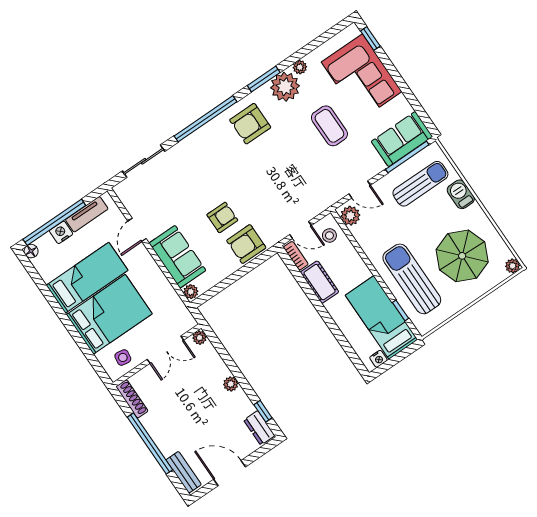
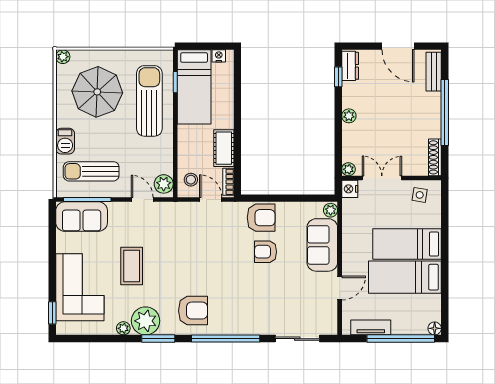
nightstand: (61, 232) -> (350, 189), moved, turned 90
sun lounger: (412, 279) -> (149, 101), turned 180
bed: (109, 314) -> (407, 244), width x0.67

